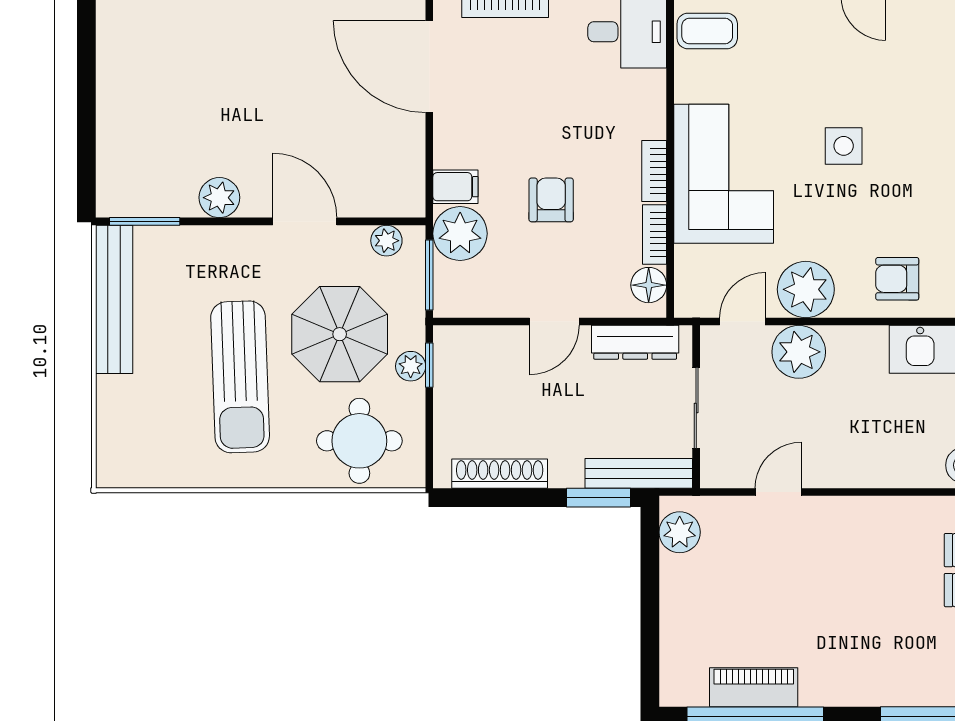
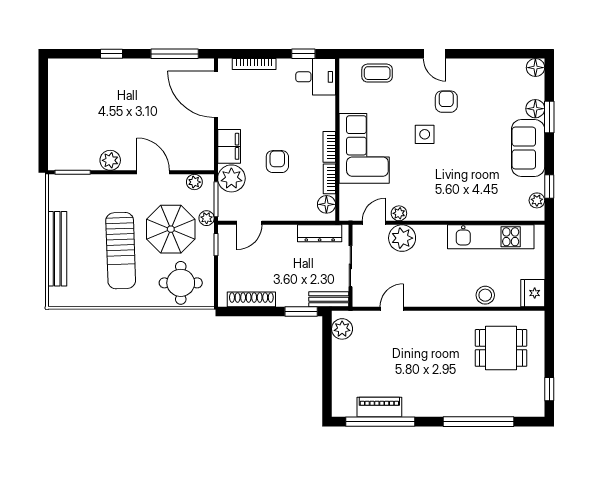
coffee table: (707, 31) -> (377, 73), moved
filing cabinet: (455, 187) -> (229, 146), width x2.00
armchair: (897, 279) -> (446, 102), moved, turned 90
plant: (806, 289) -> (399, 213), width x0.53, depth x0.53
bench: (114, 299) -> (57, 249), moved
door: (554, 322) -> (249, 223), moved
plant: (411, 366) -> (207, 218), moved
bench: (639, 473) -> (329, 299), width x0.73

